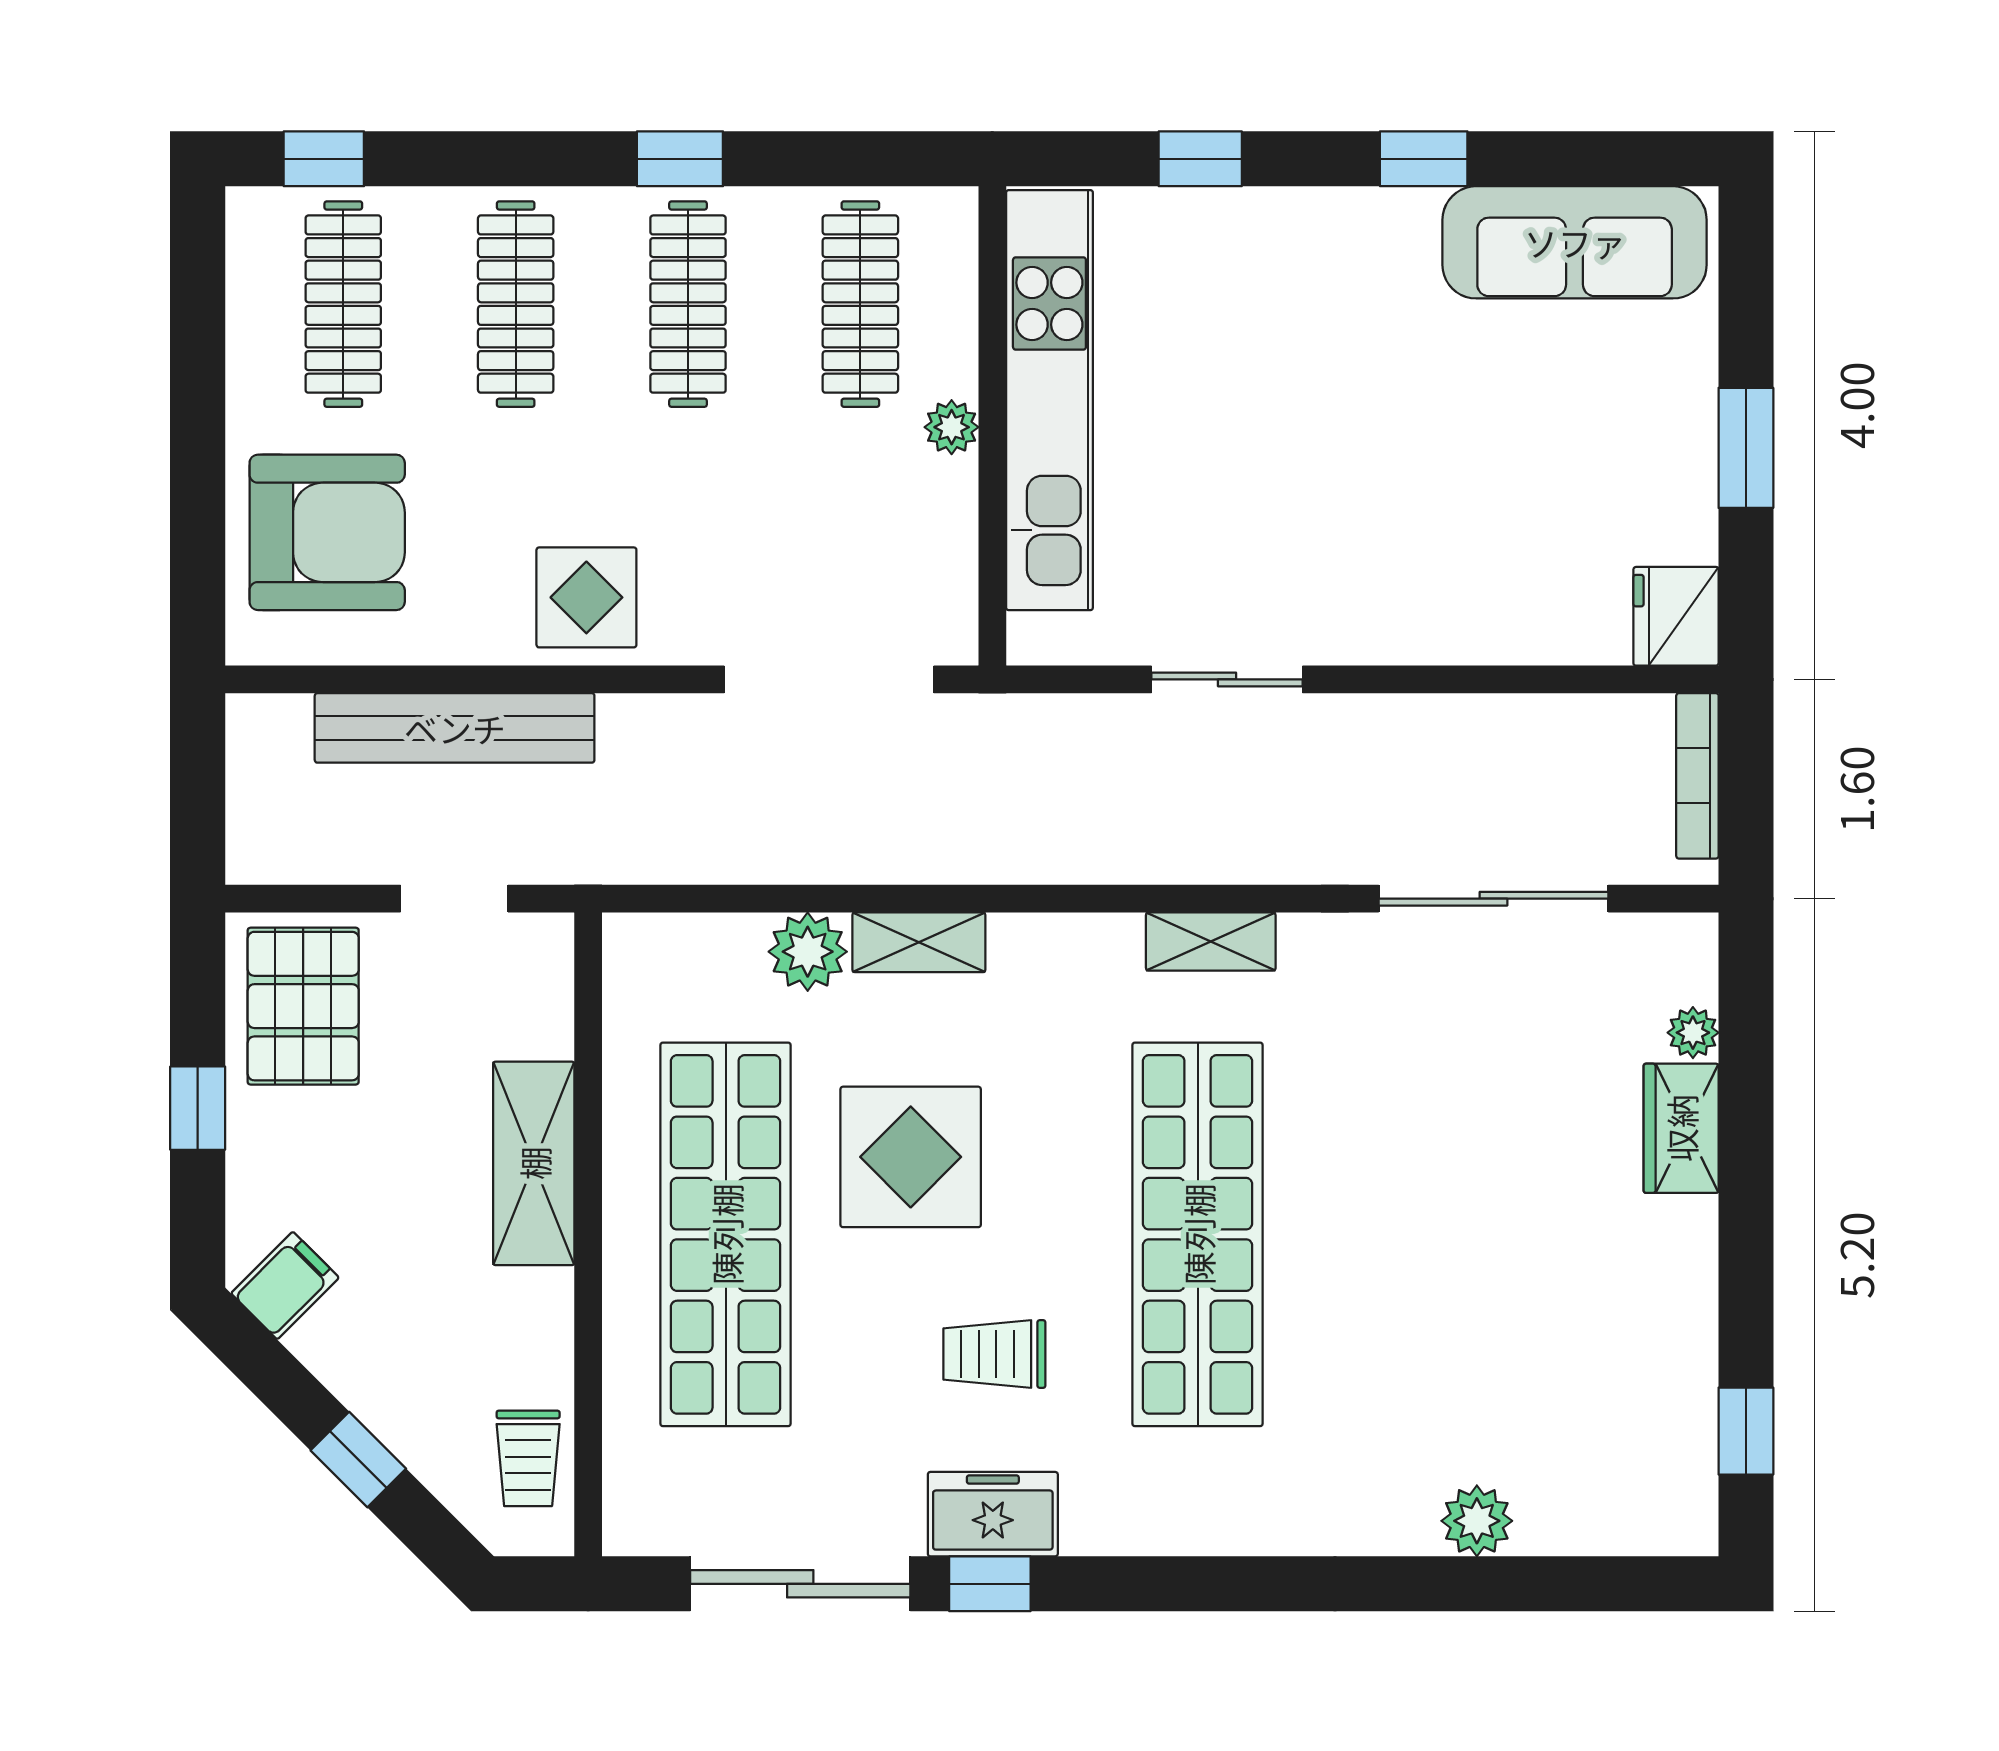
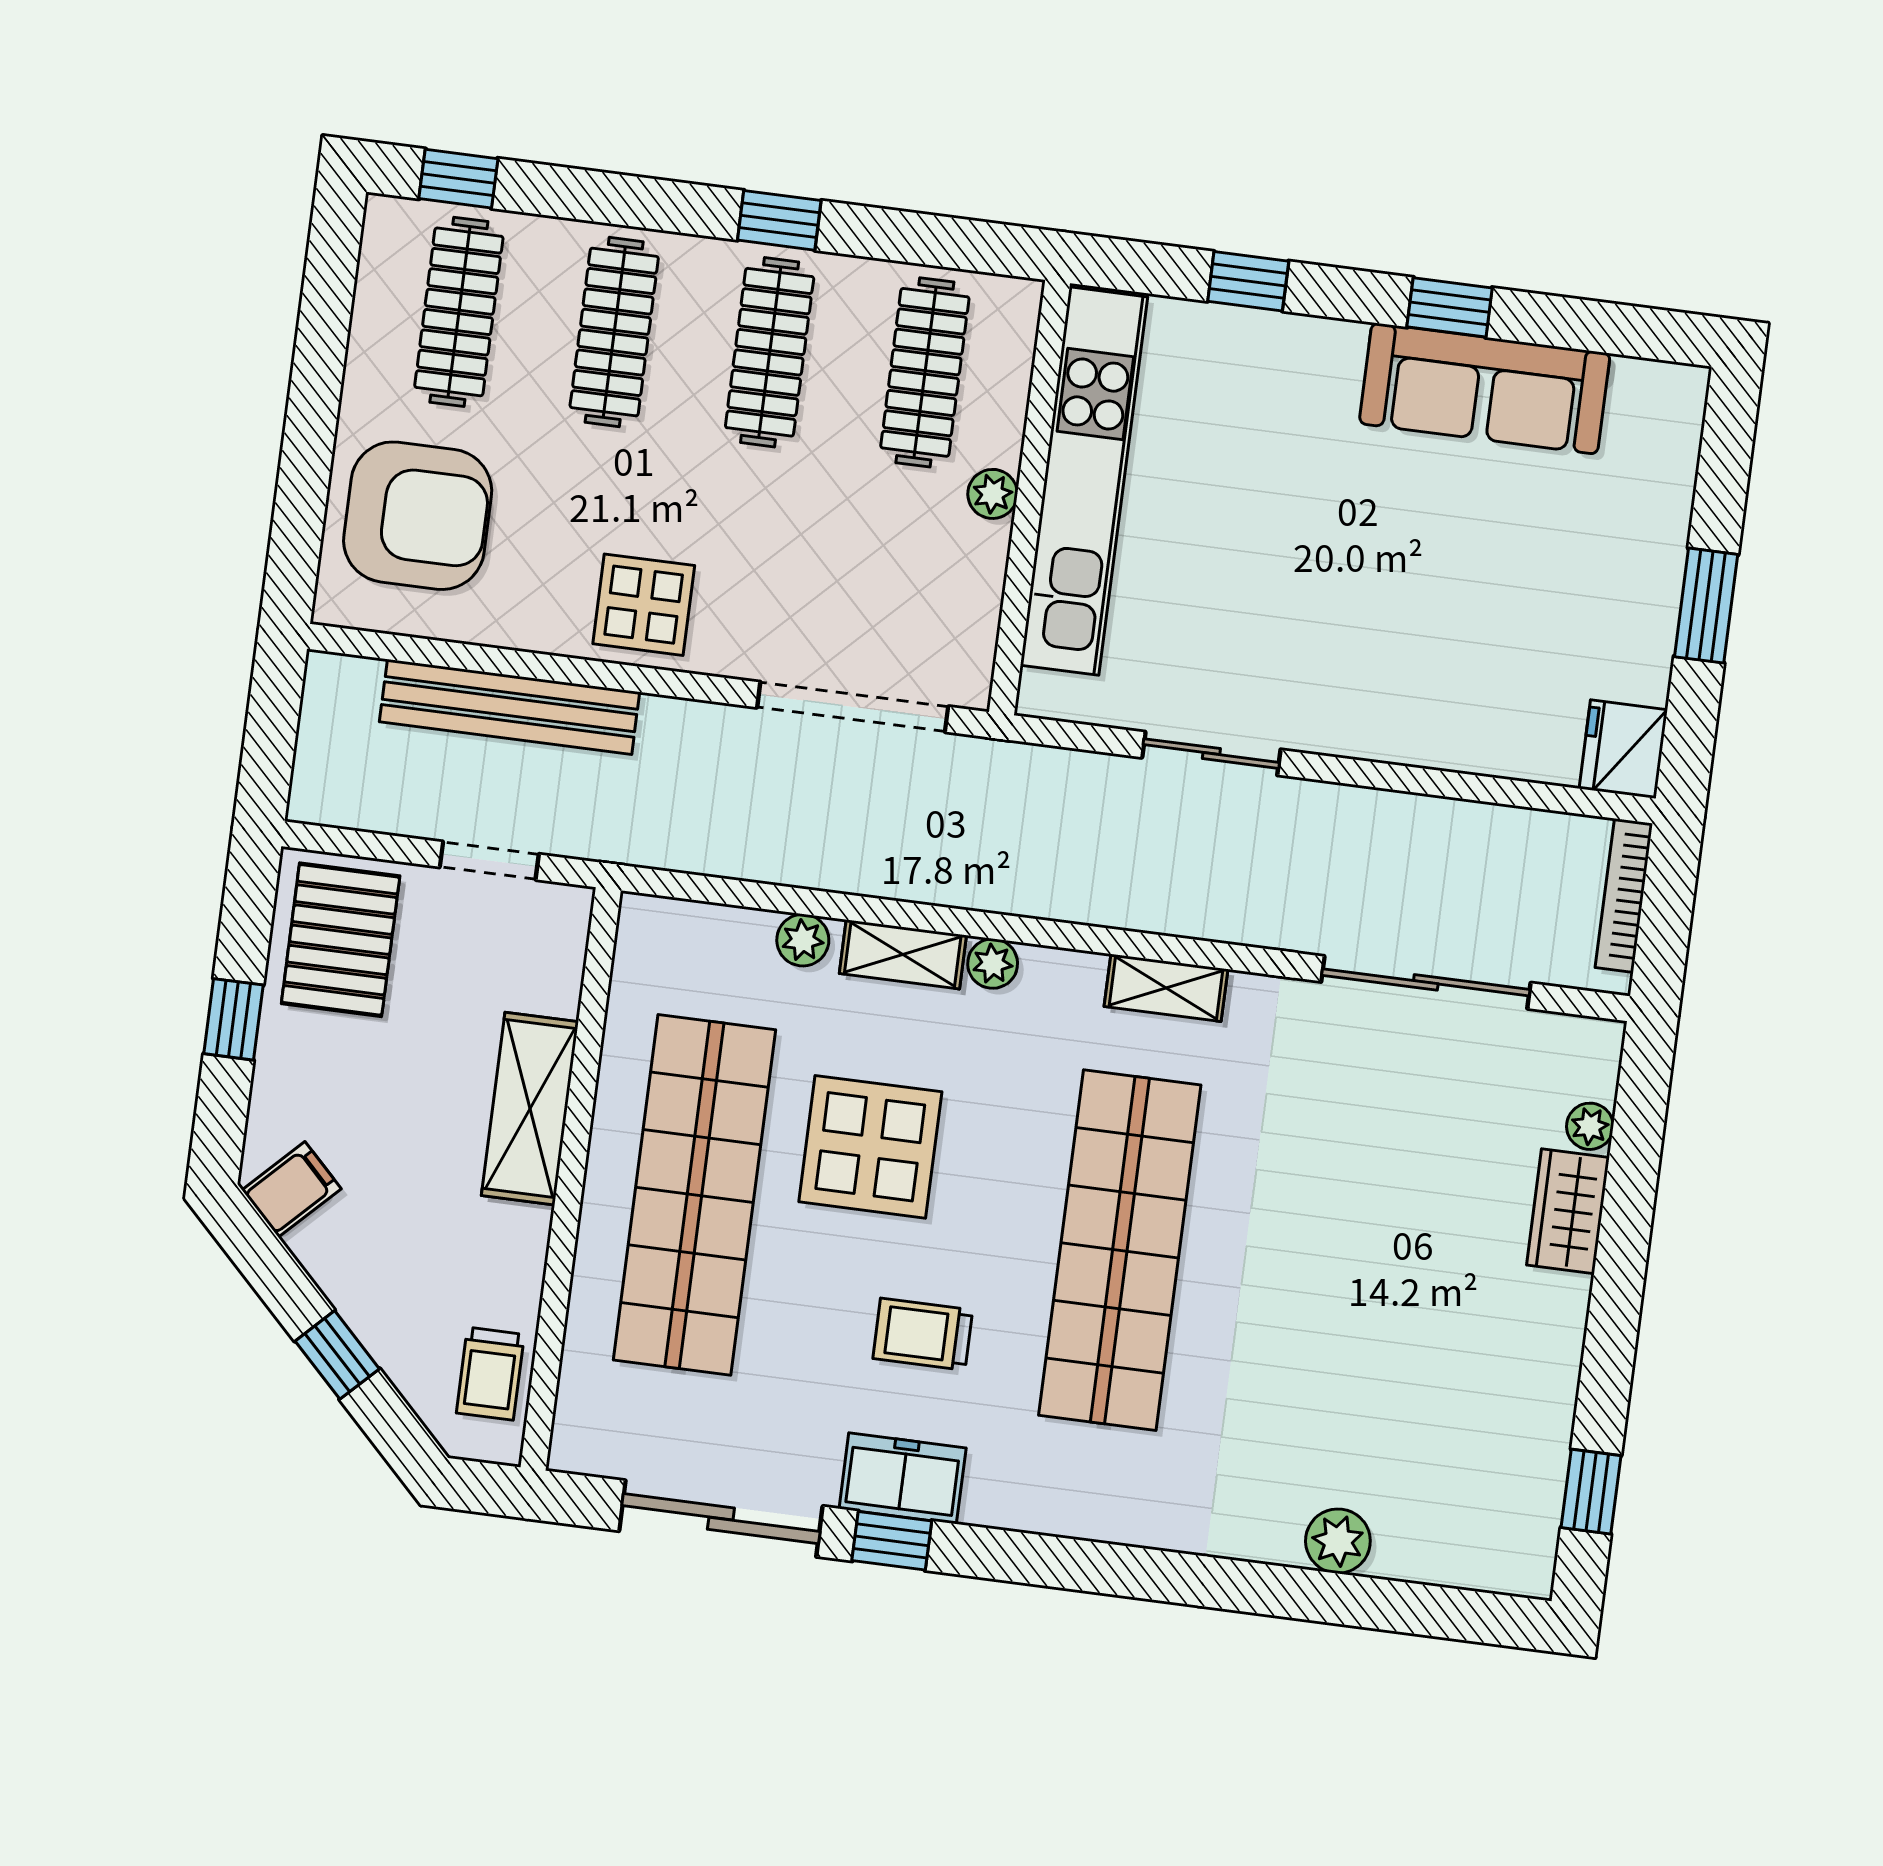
sofa: (1575, 242) -> (1485, 388), moved
plant: (1018, 940) -> (993, 964), added
plant: (808, 952) -> (803, 940), width x0.73, depth x0.73

